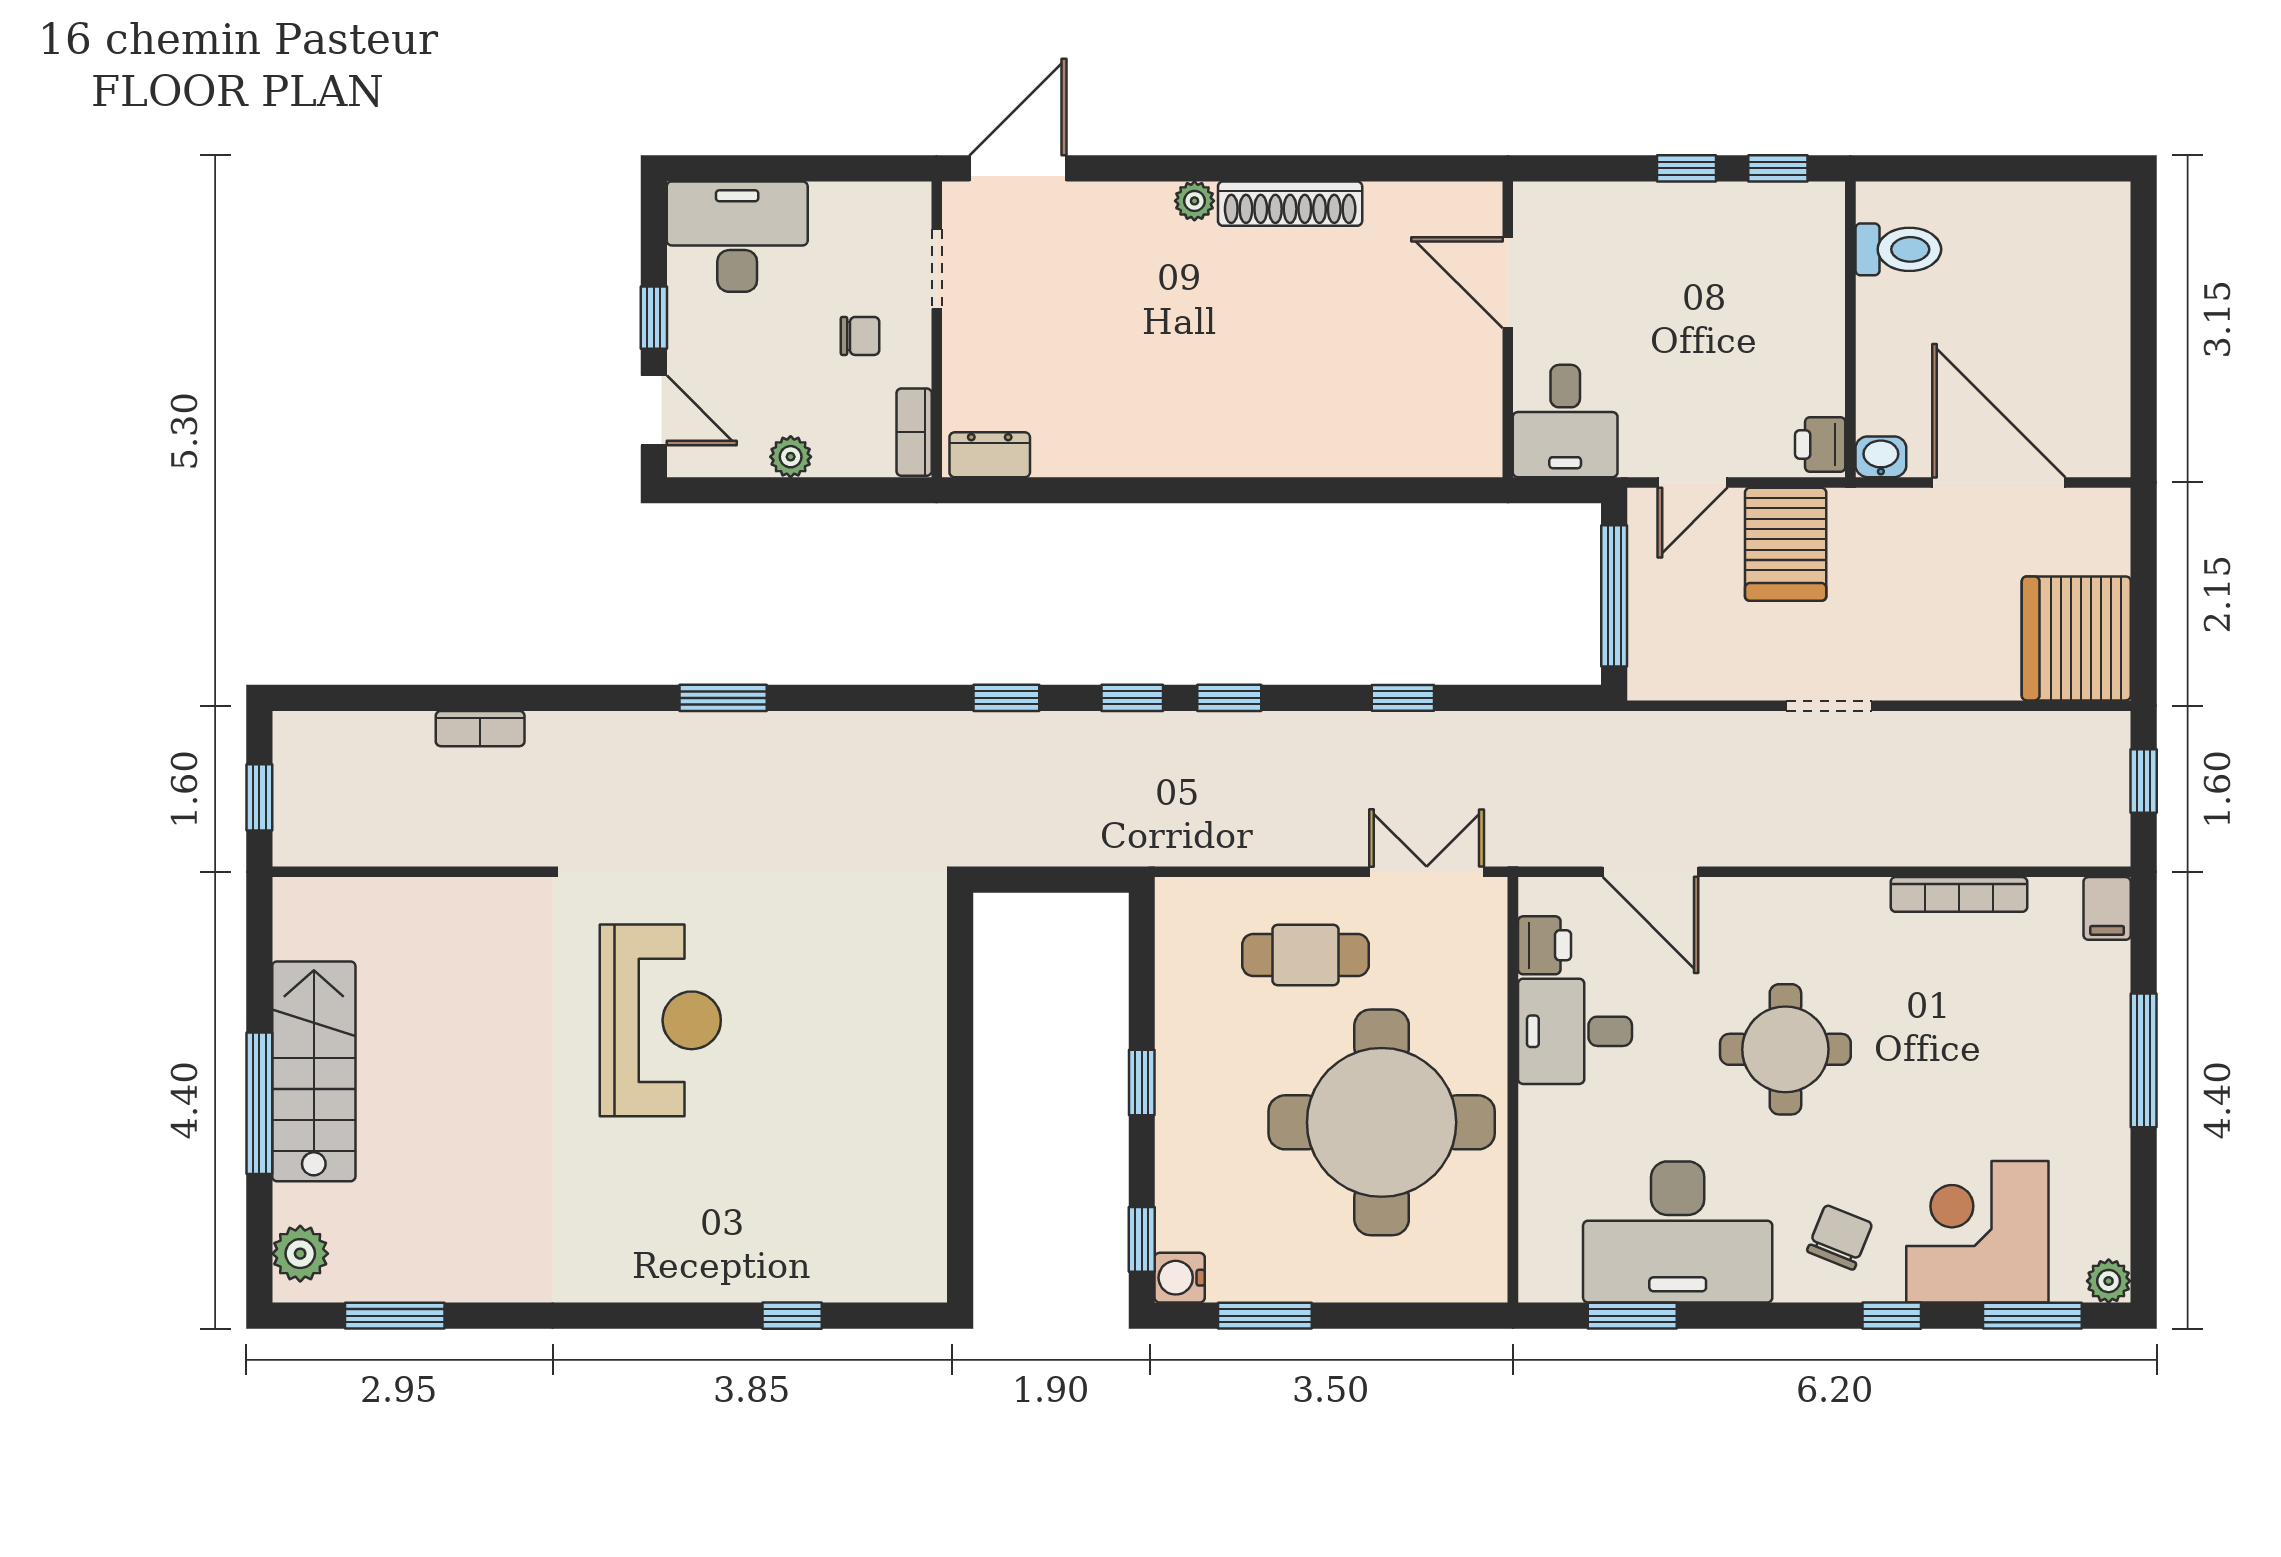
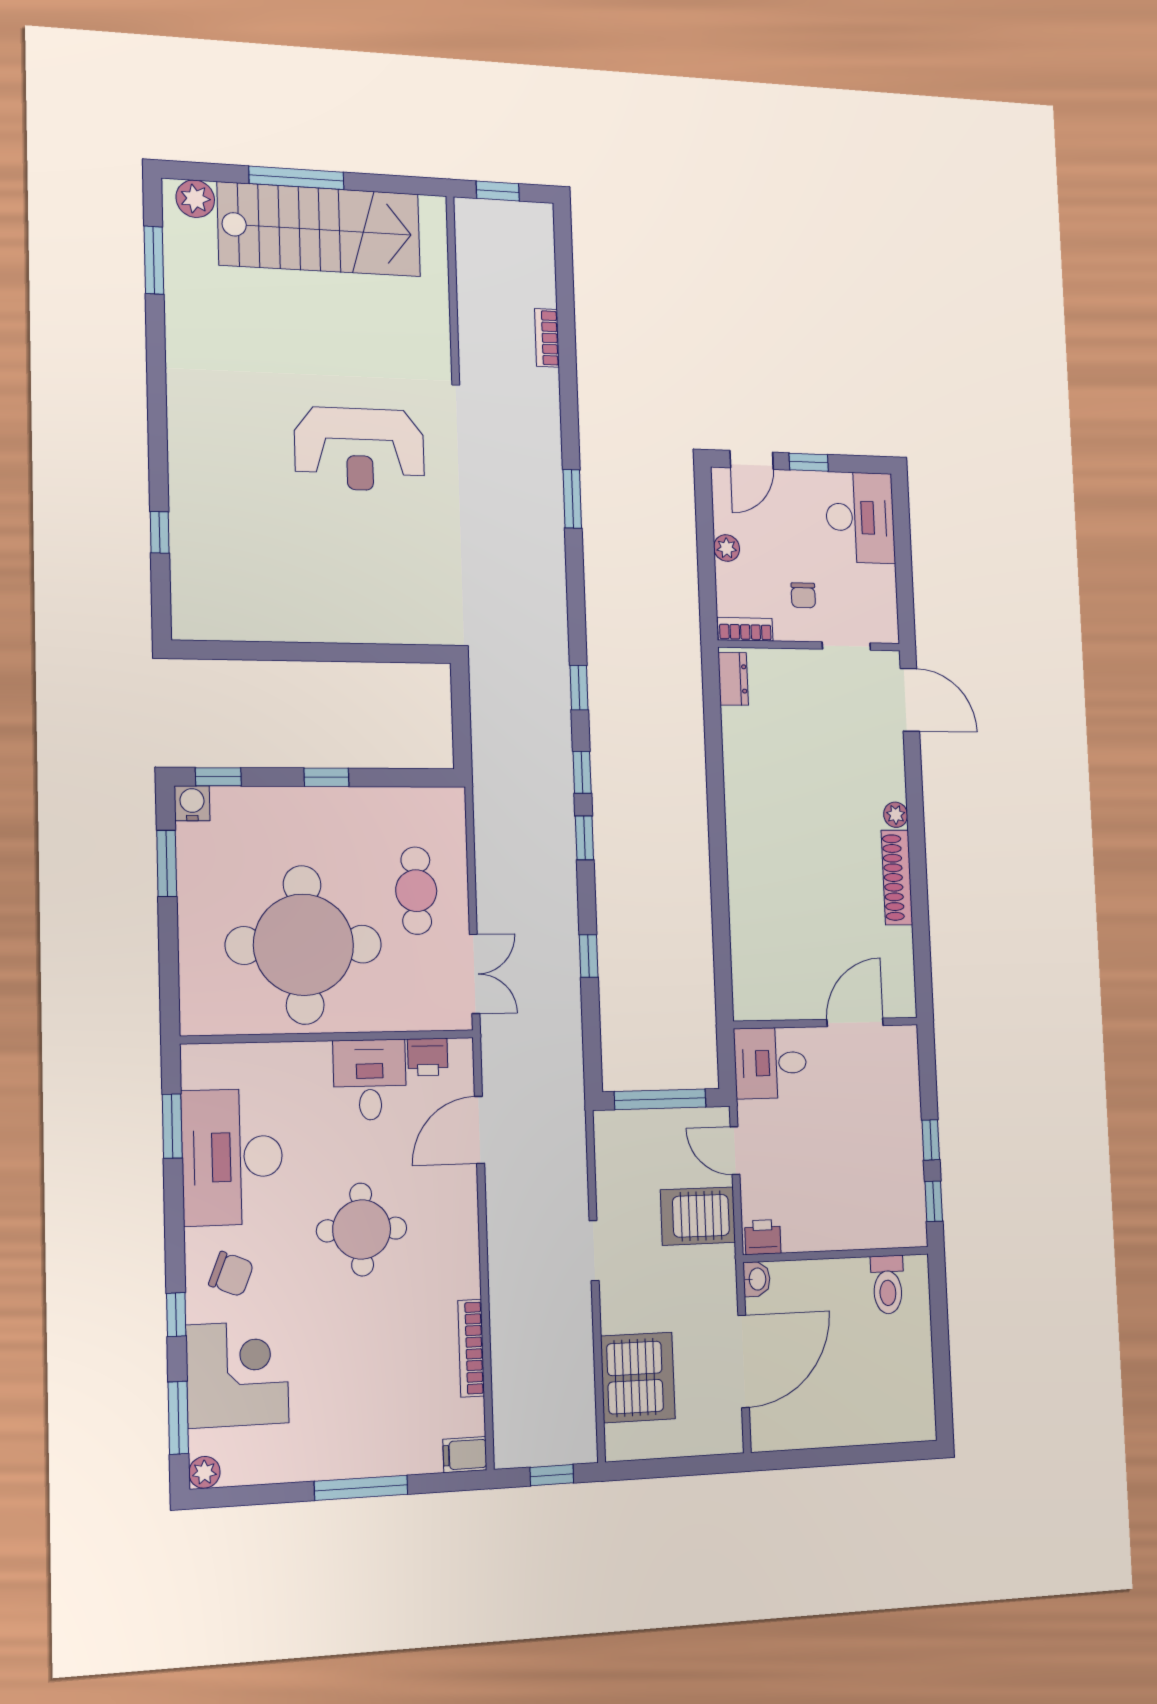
server rack: (2076, 638) -> (638, 1377), moved, turned 90
stairs: (314, 1071) -> (319, 229), width x1.36, depth x1.51

